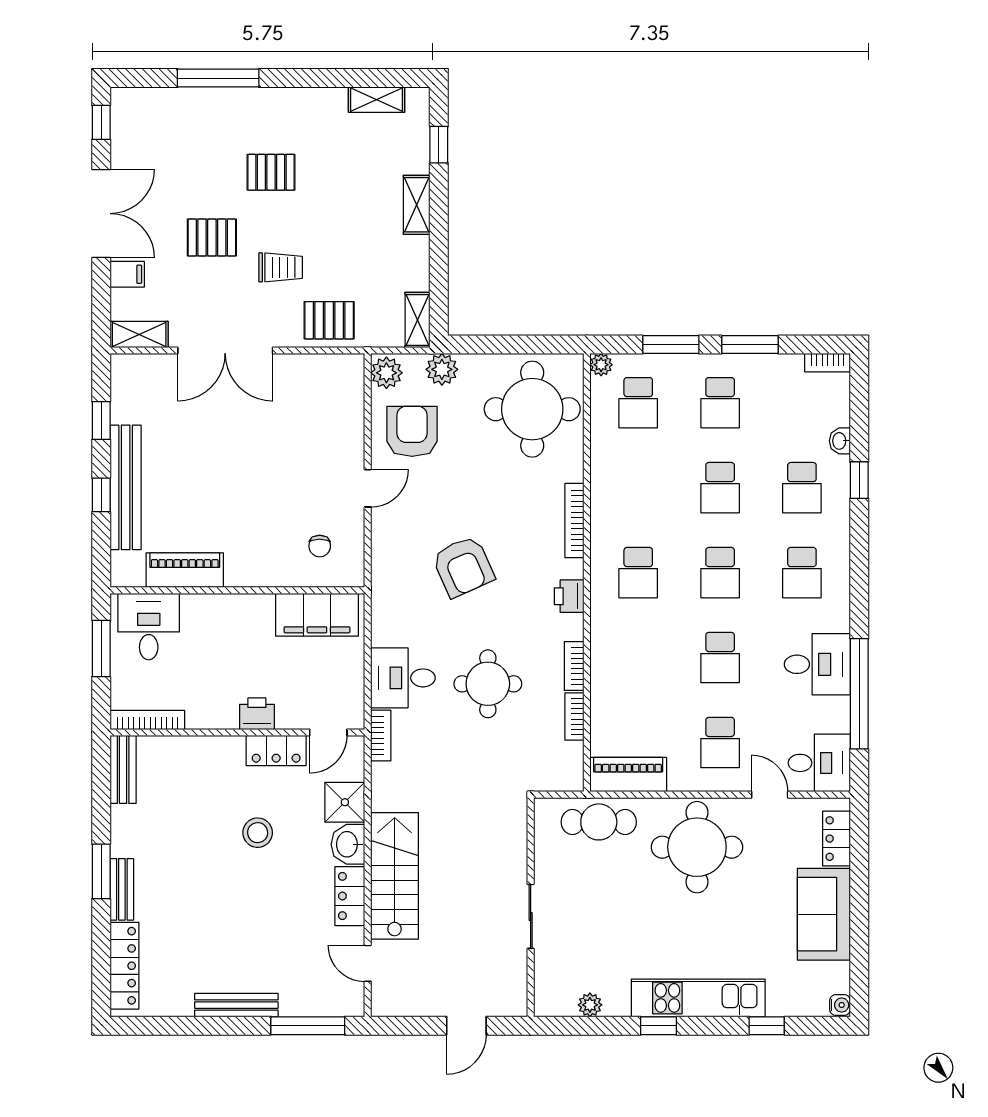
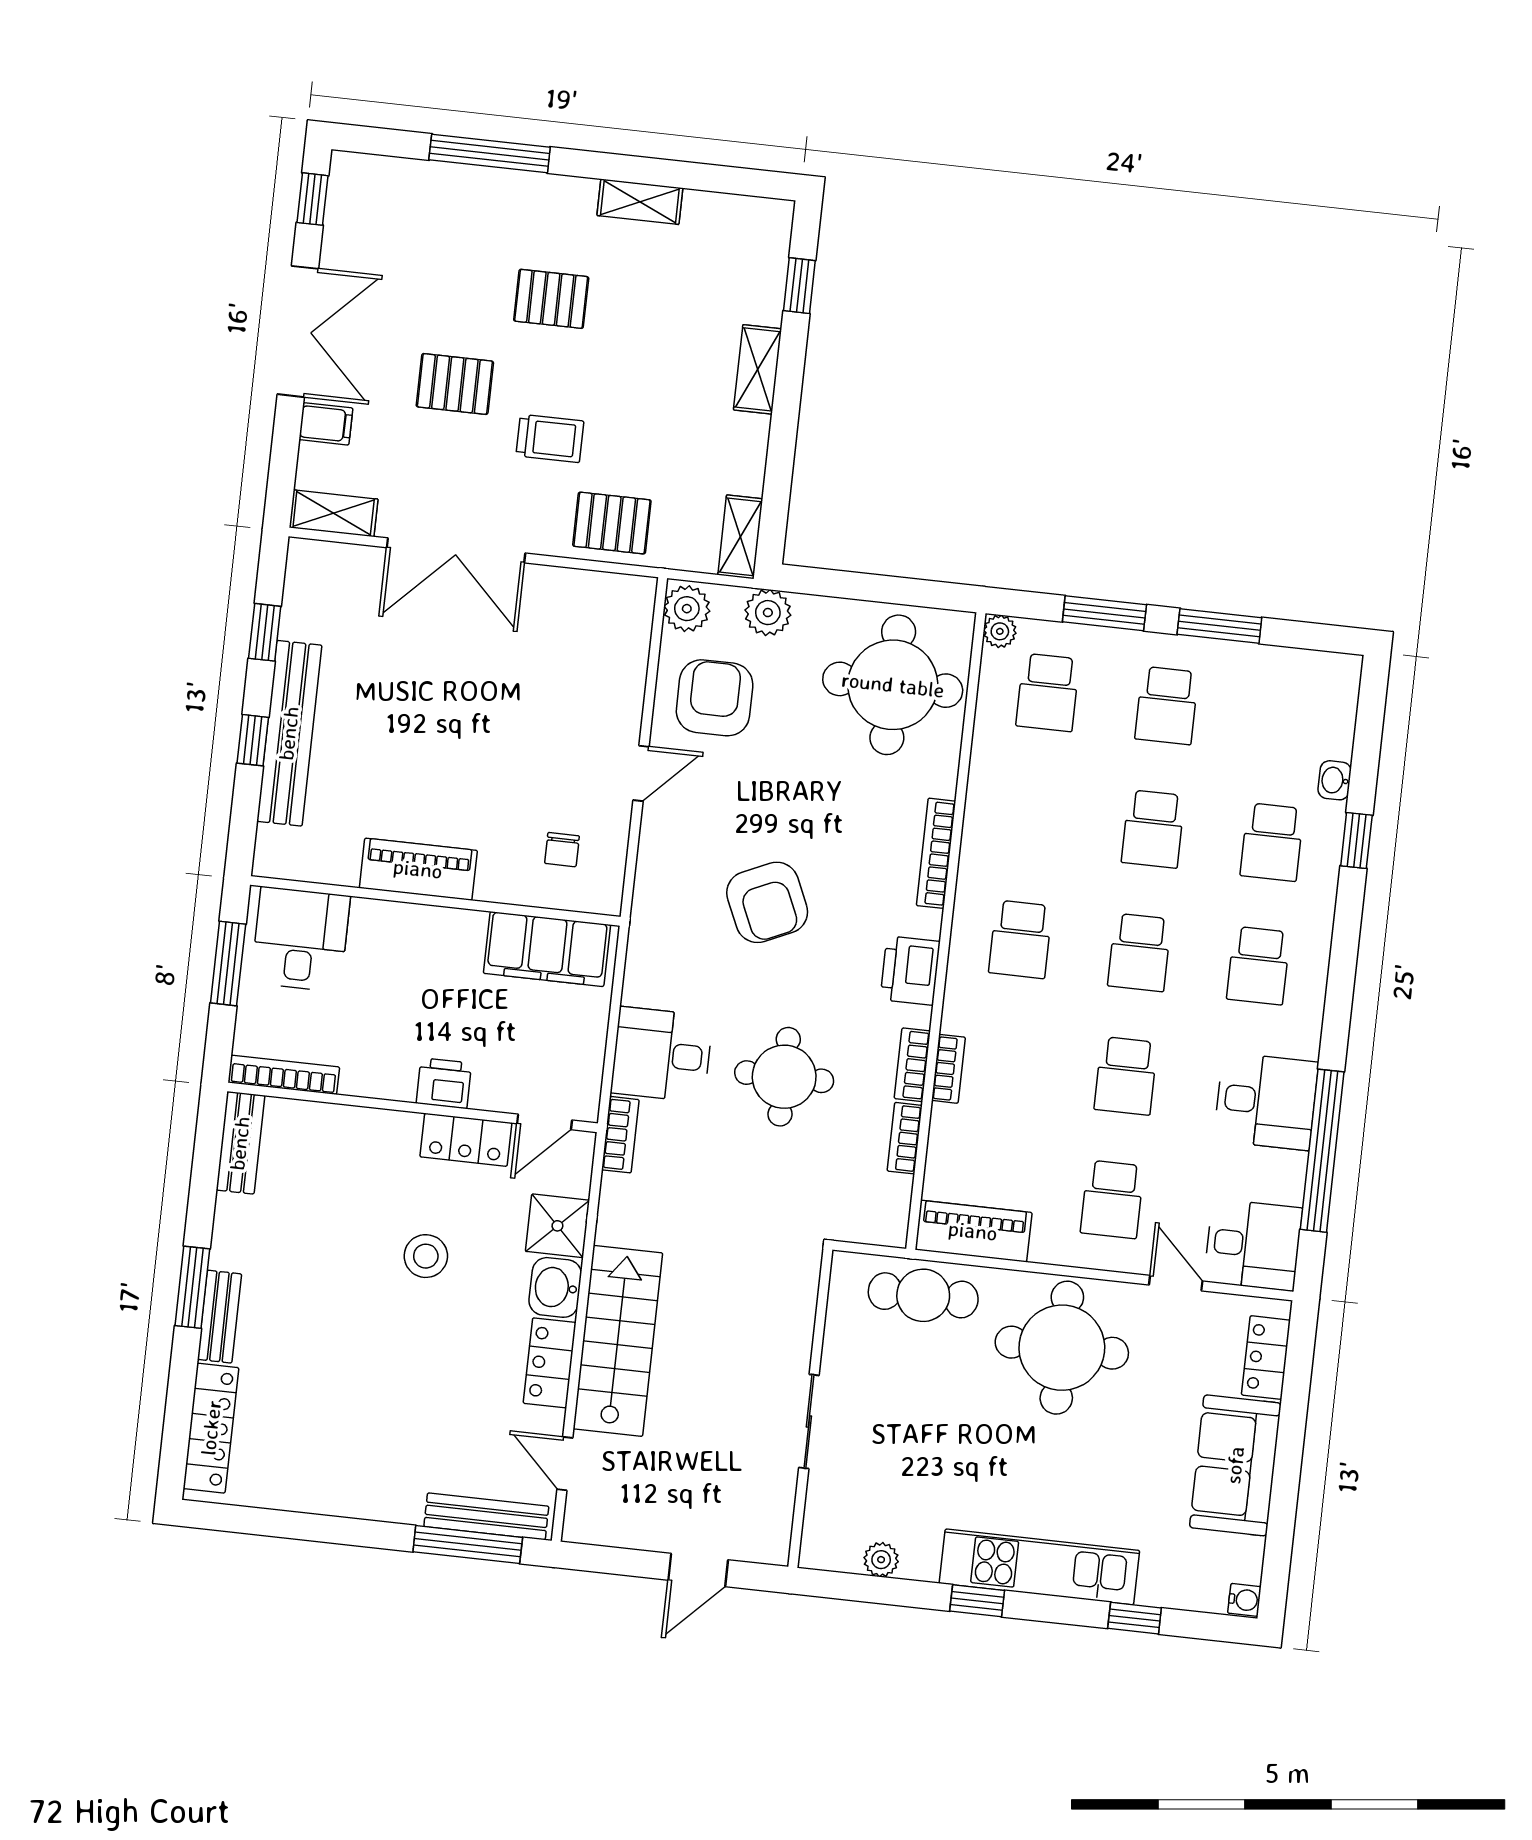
shelving: (377, 100) -> (640, 202), moved
bookcase: (828, 363) -> (948, 1069), moved, turned -90
piano: (185, 570) -> (418, 869), moved
printer: (569, 596) -> (910, 971), width x1.36, depth x1.24
bench: (236, 1005) -> (486, 1516), moved

